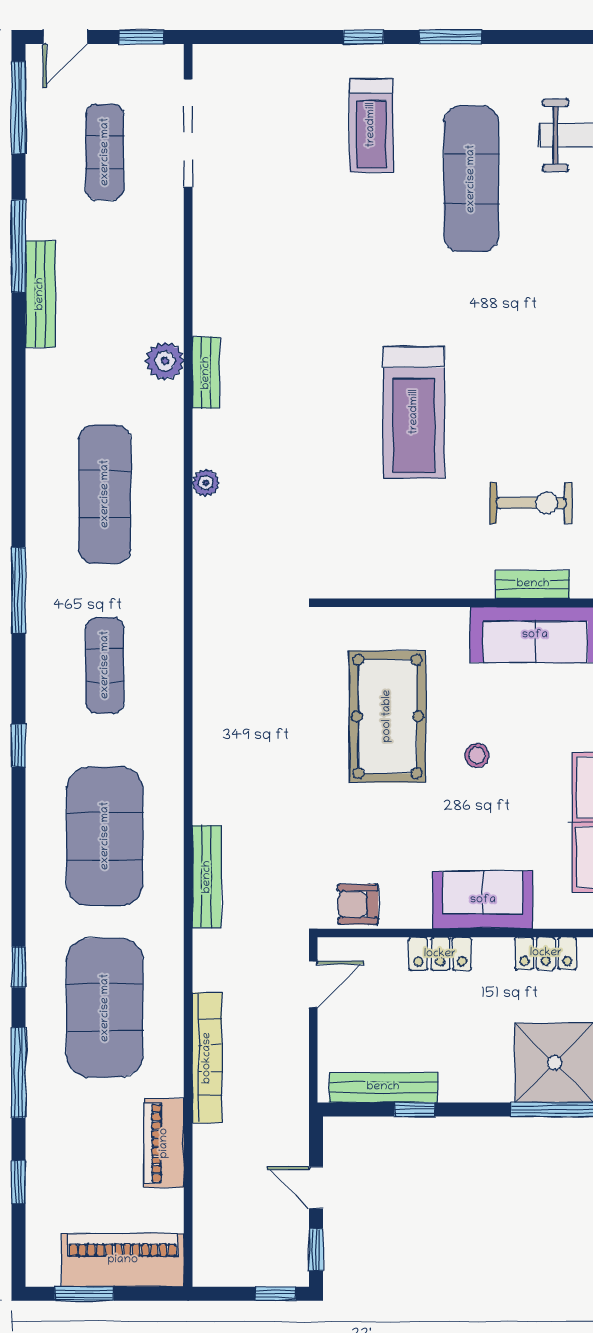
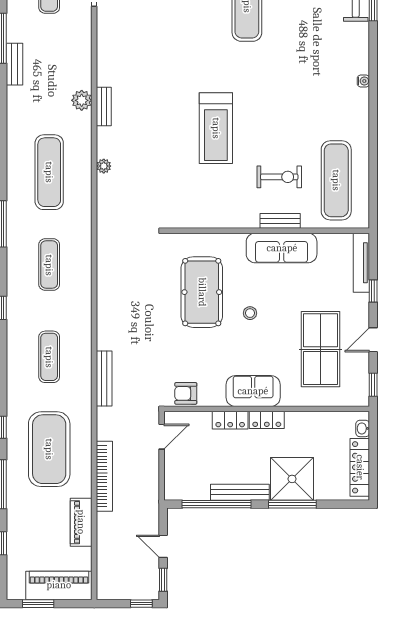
bench: (40, 294) -> (14, 64), width x0.73
exercise mat: (105, 836) -> (49, 357), width x0.50, depth x0.69
locker: (546, 953) -> (267, 420), moved
bench: (383, 1087) -> (240, 492), moved
window: (415, 1110) -> (216, 504), width x3.17

